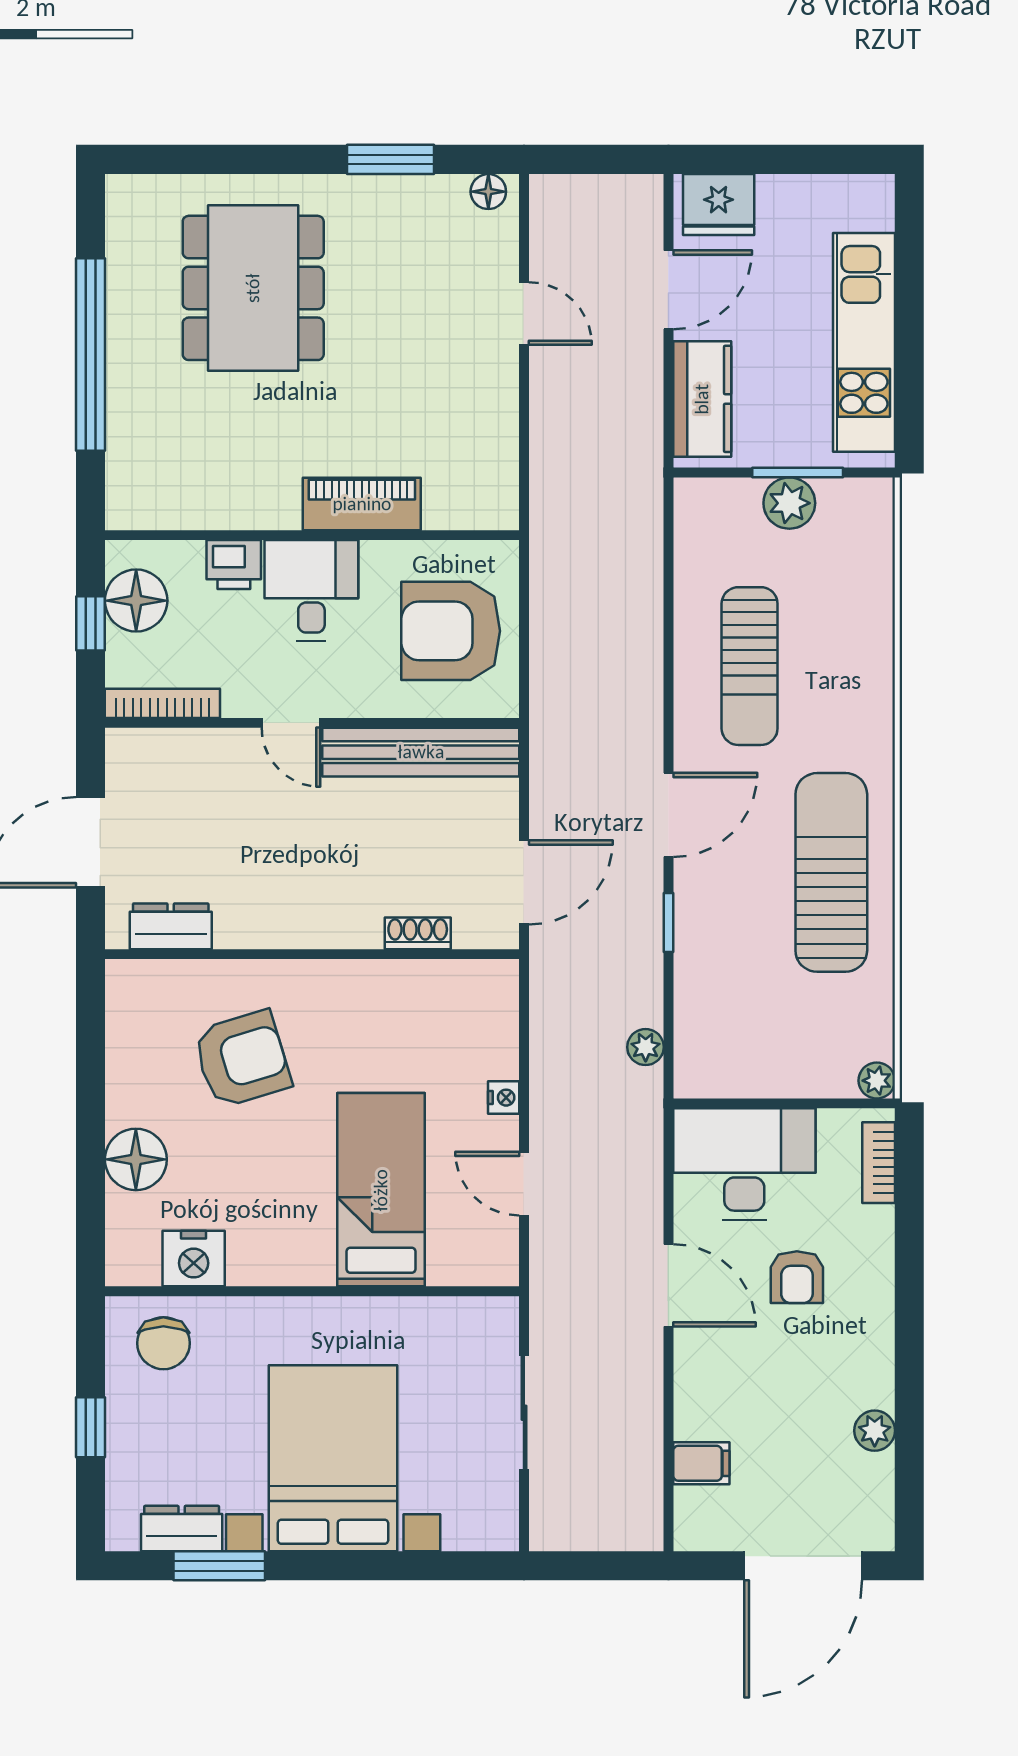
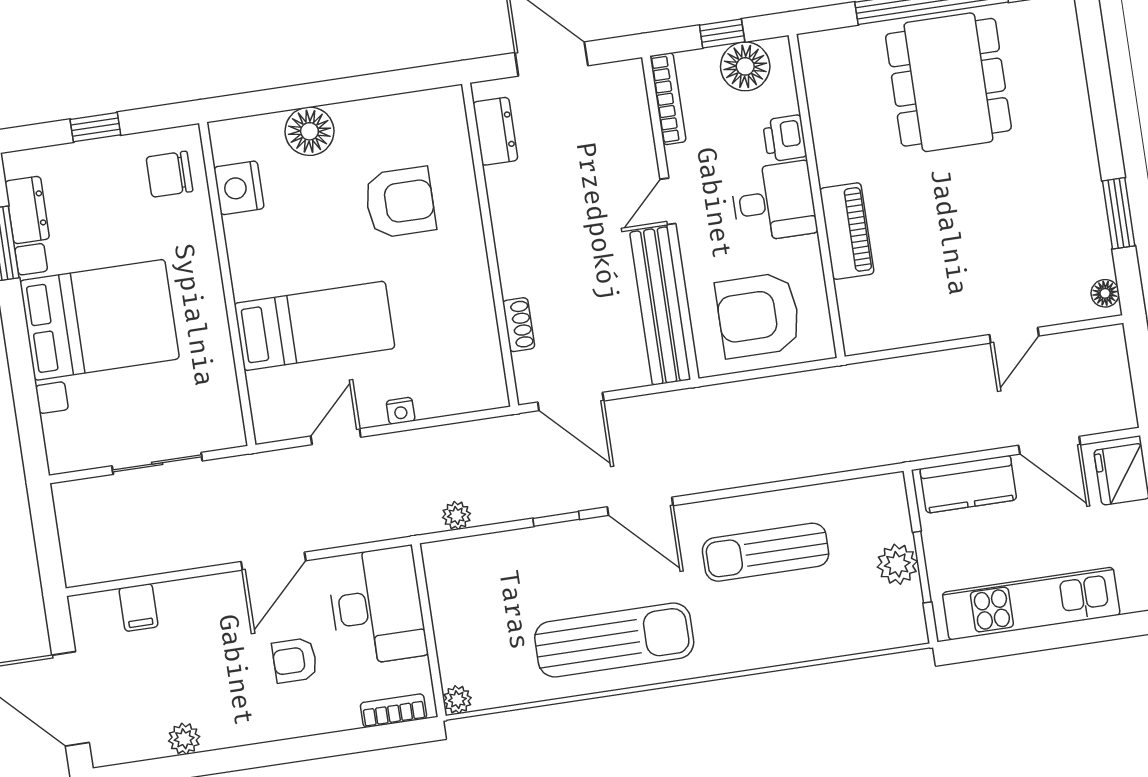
dining table: (253, 288) -> (948, 82), moved, turned 90
armchair: (451, 631) -> (758, 315), turned -90
armchair: (242, 1059) -> (400, 202), turned -73

